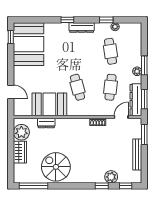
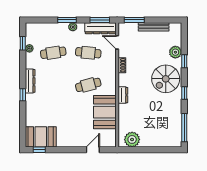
window: (106, 20) -> (23, 43), moved
booth: (29, 44) -> (41, 137), width x0.73, depth x0.70
dresser: (46, 123) -> (123, 95), moved
wardrobe: (20, 152) -> (151, 141), removed
spiral stairs: (56, 167) -> (166, 79), moved
window: (126, 186) -> (184, 93), moved

